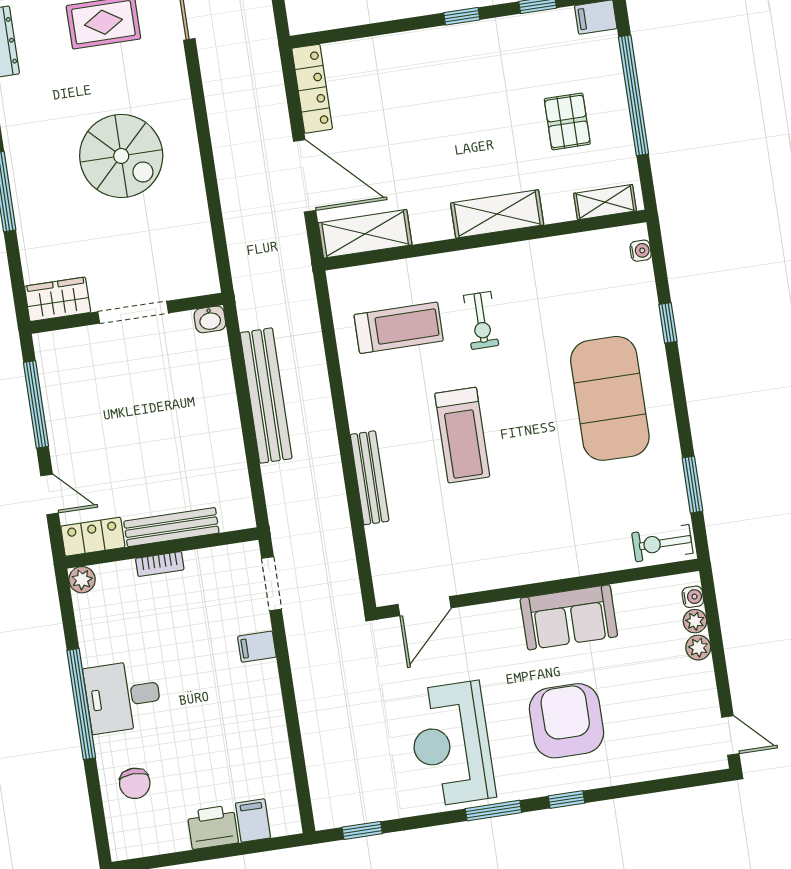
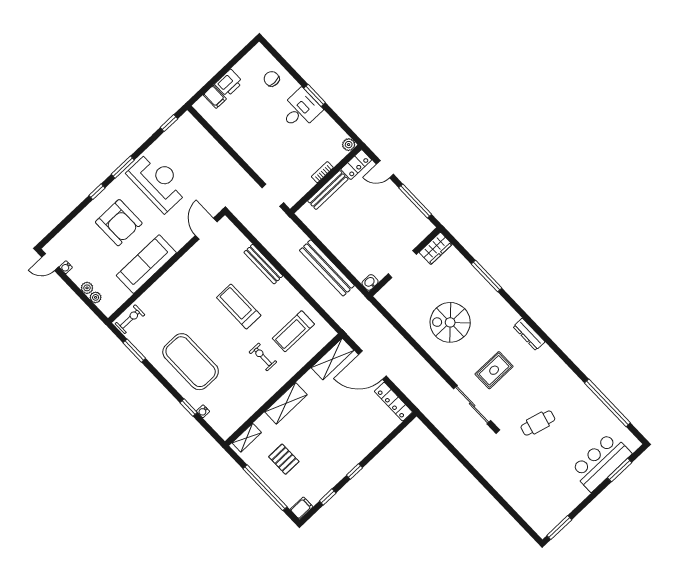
water cooler: (641, 251) -> (203, 411), moved
water cooler: (693, 597) -> (66, 267), moved
sofa: (569, 617) -> (146, 264), width x1.36
filing cabinet: (257, 647) -> (261, 166), removed
window: (81, 704) -> (315, 95), width x0.47

